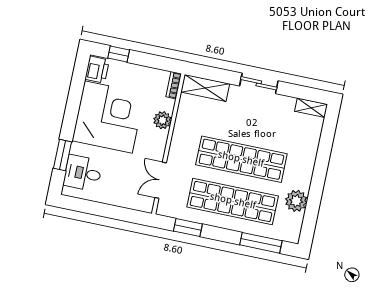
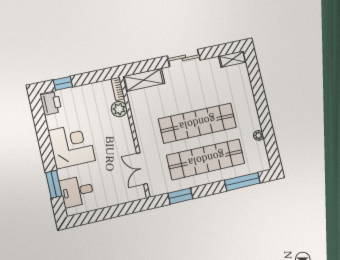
corner desk: (108, 117) -> (72, 146), width x0.74, depth x0.74
plant: (162, 120) -> (119, 109), moved
plant: (296, 201) -> (258, 135), width x0.53, depth x0.53

